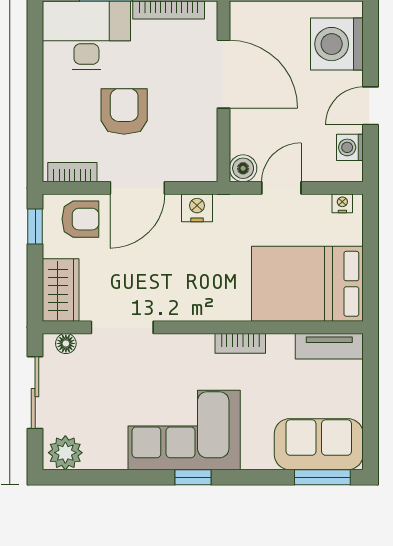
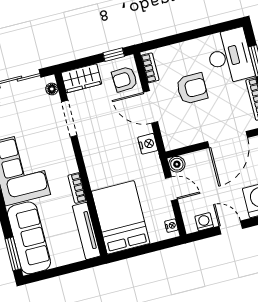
armchair: (80, 219) -> (125, 79), turned 87
tv unit: (329, 346) -> (86, 231), width x1.41
sofa: (319, 444) -> (29, 238), width x1.36

